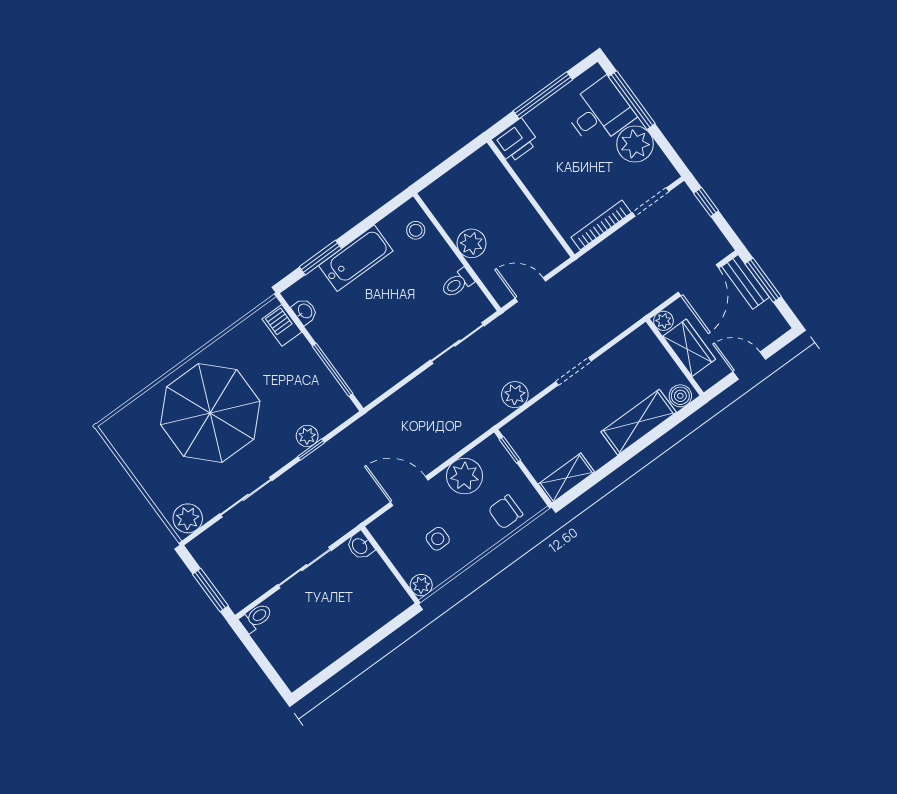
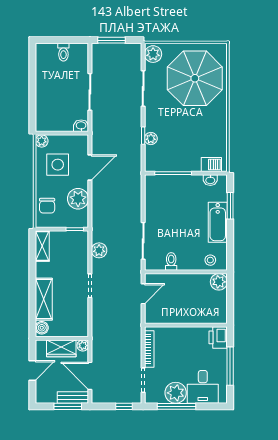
window: (632, 100) -> (177, 406), moved
plant: (472, 243) -> (219, 282), moved
parasol: (210, 413) -> (195, 78), moved
chair: (505, 512) -> (47, 206), turned 180
side table: (438, 539) -> (58, 165), width x1.87, depth x1.87
toilet: (256, 618) -> (63, 52), moved

